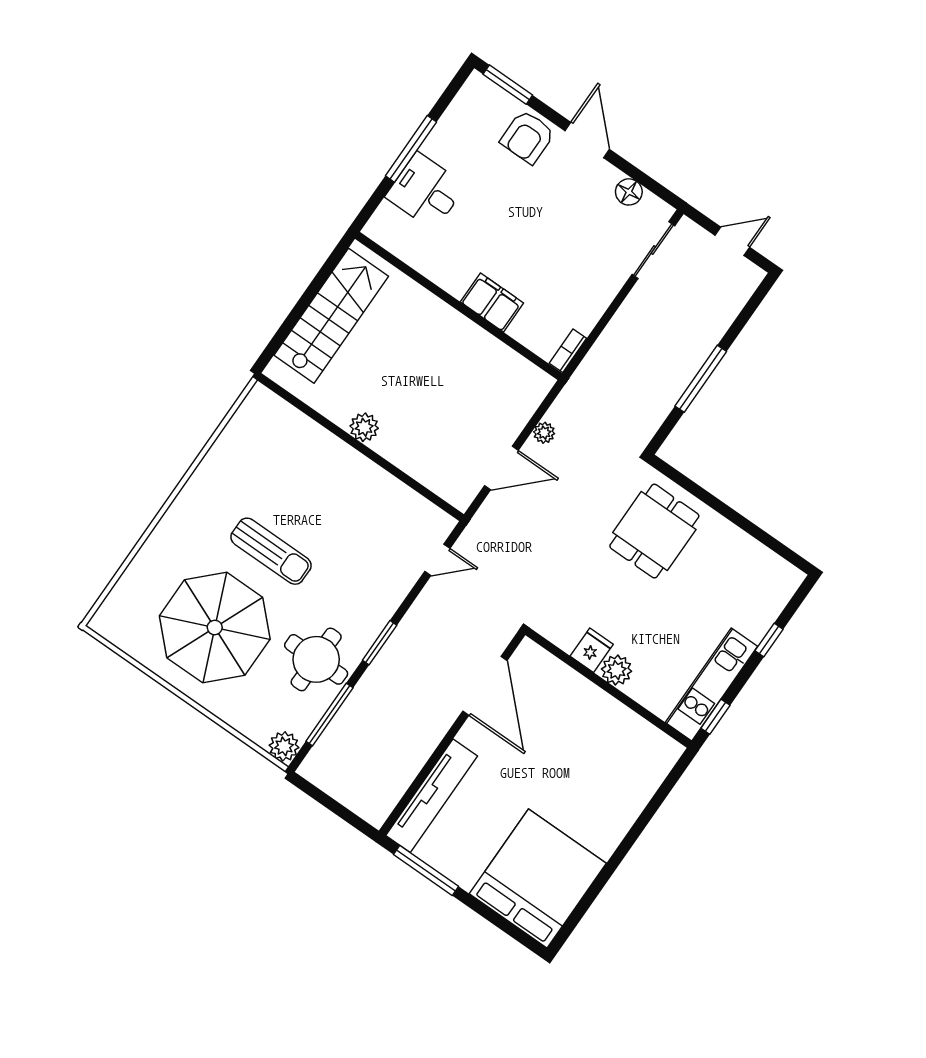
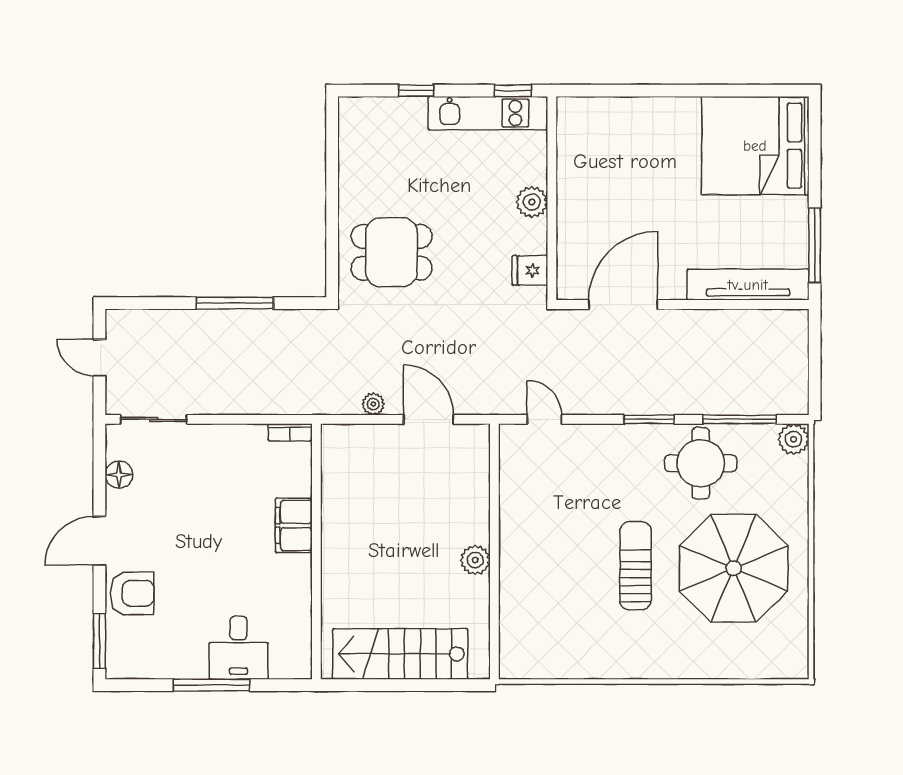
fridge: (592, 650) -> (530, 270), moved

